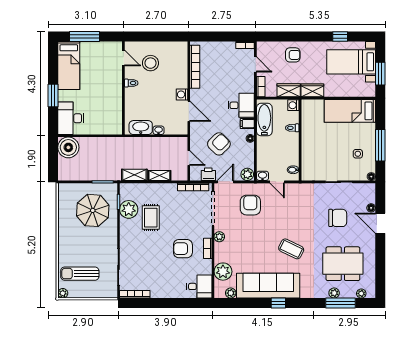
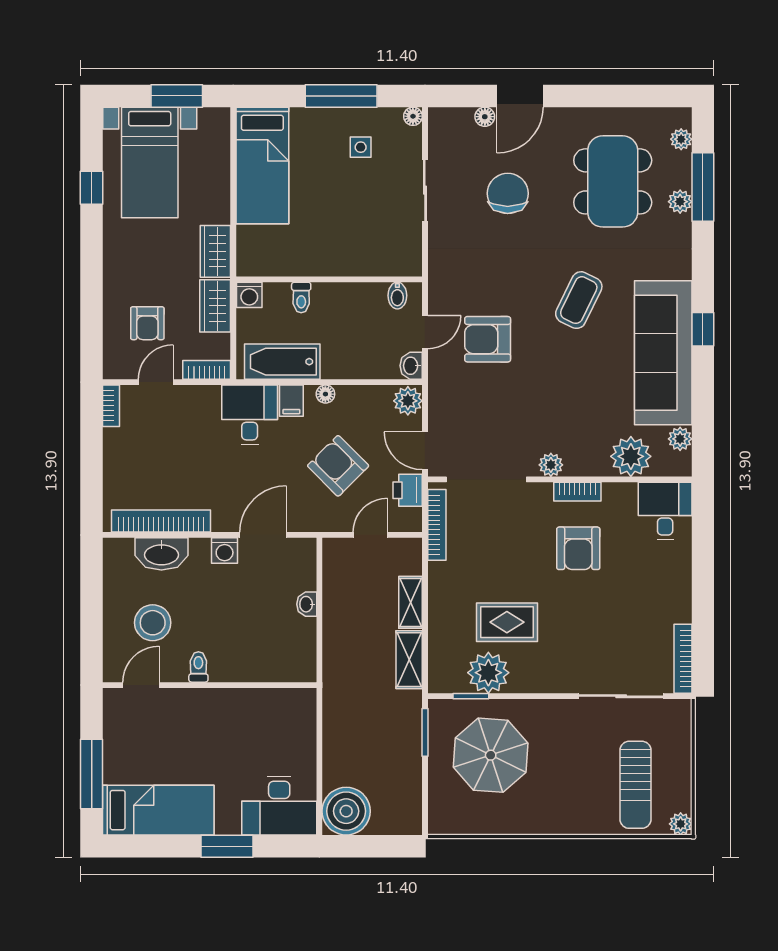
armchair: (293, 55) -> (147, 323), moved, turned 180
washbasin: (141, 128) -> (161, 554), moved, turned -90
armchair: (250, 205) -> (488, 339), moved

